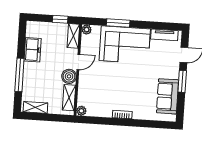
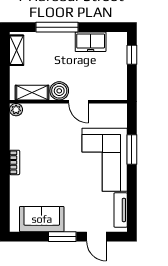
window: (60, 19) -> (132, 55), moved
plant: (87, 30) -> (121, 110), removed
shelving: (73, 36) -> (112, 93), removed

